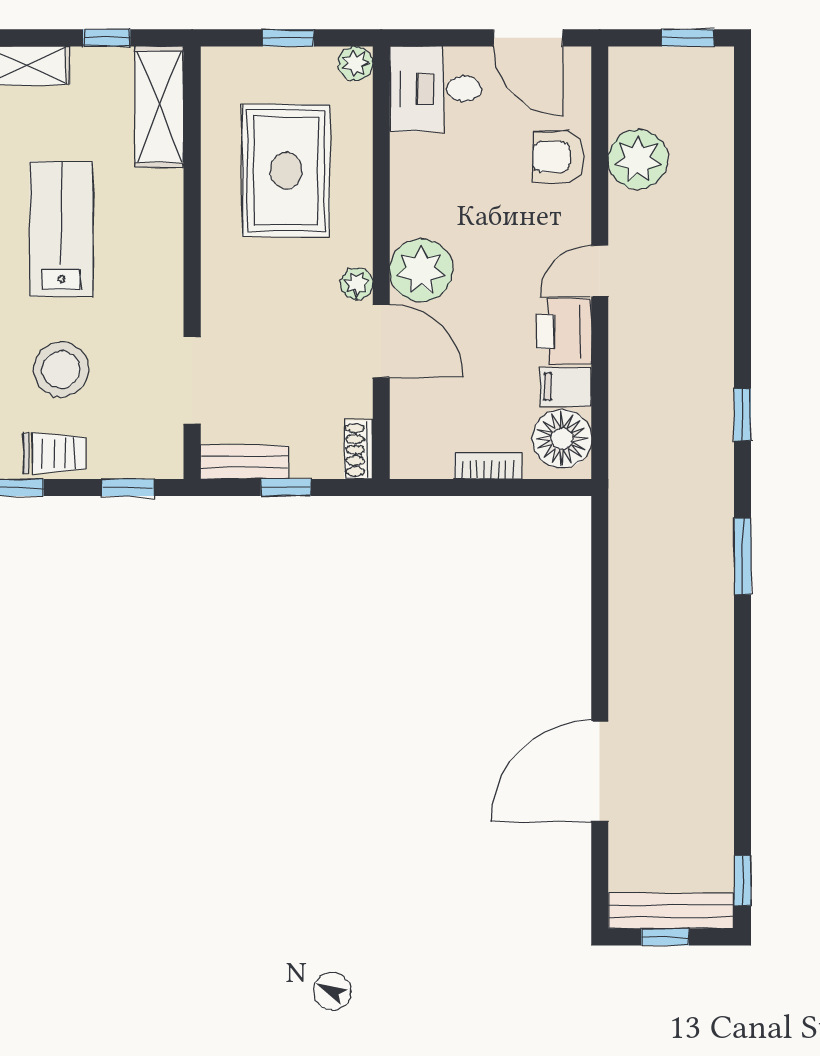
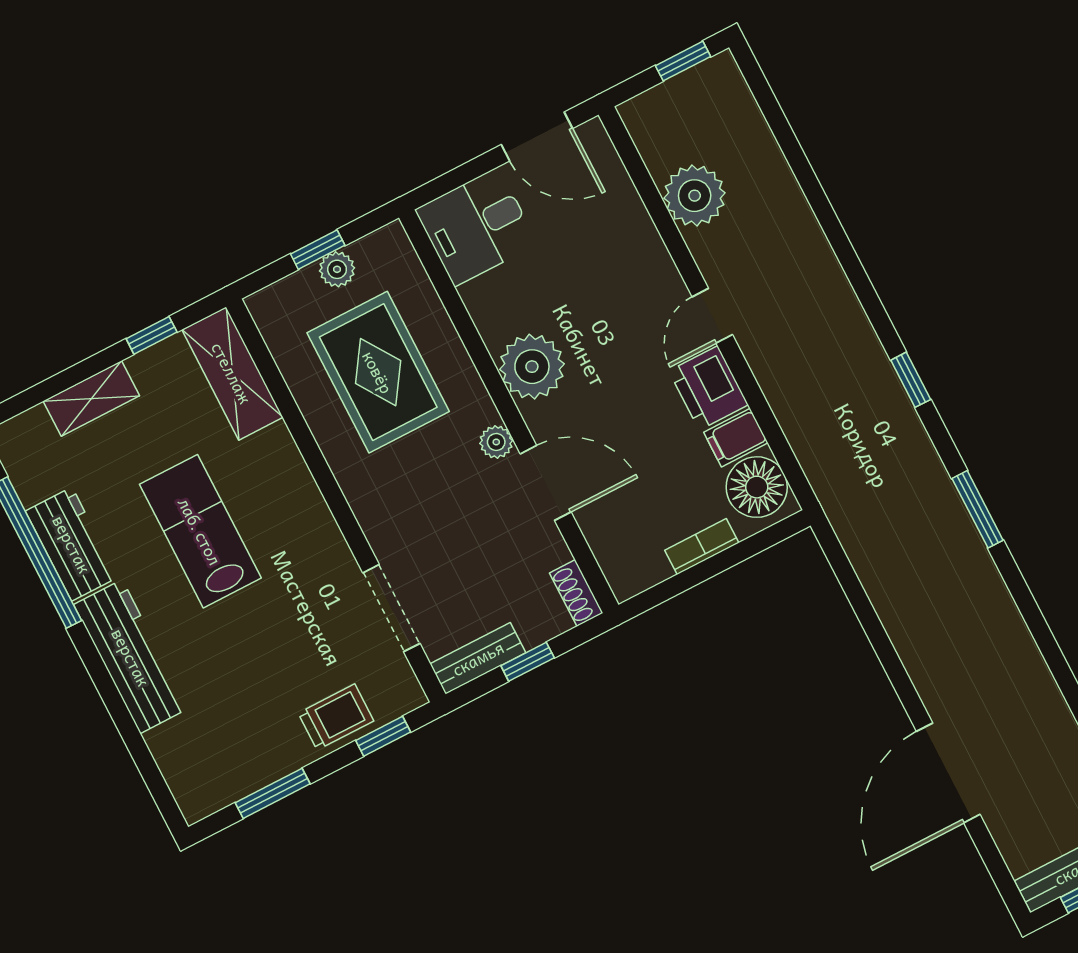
plant: (356, 64) -> (337, 269), moved
armchair: (558, 157) -> (621, 231), removed
plant: (421, 270) -> (532, 367), moved
stool: (61, 370) -> (266, 660), removed
trolley: (54, 453) -> (336, 717), moved

